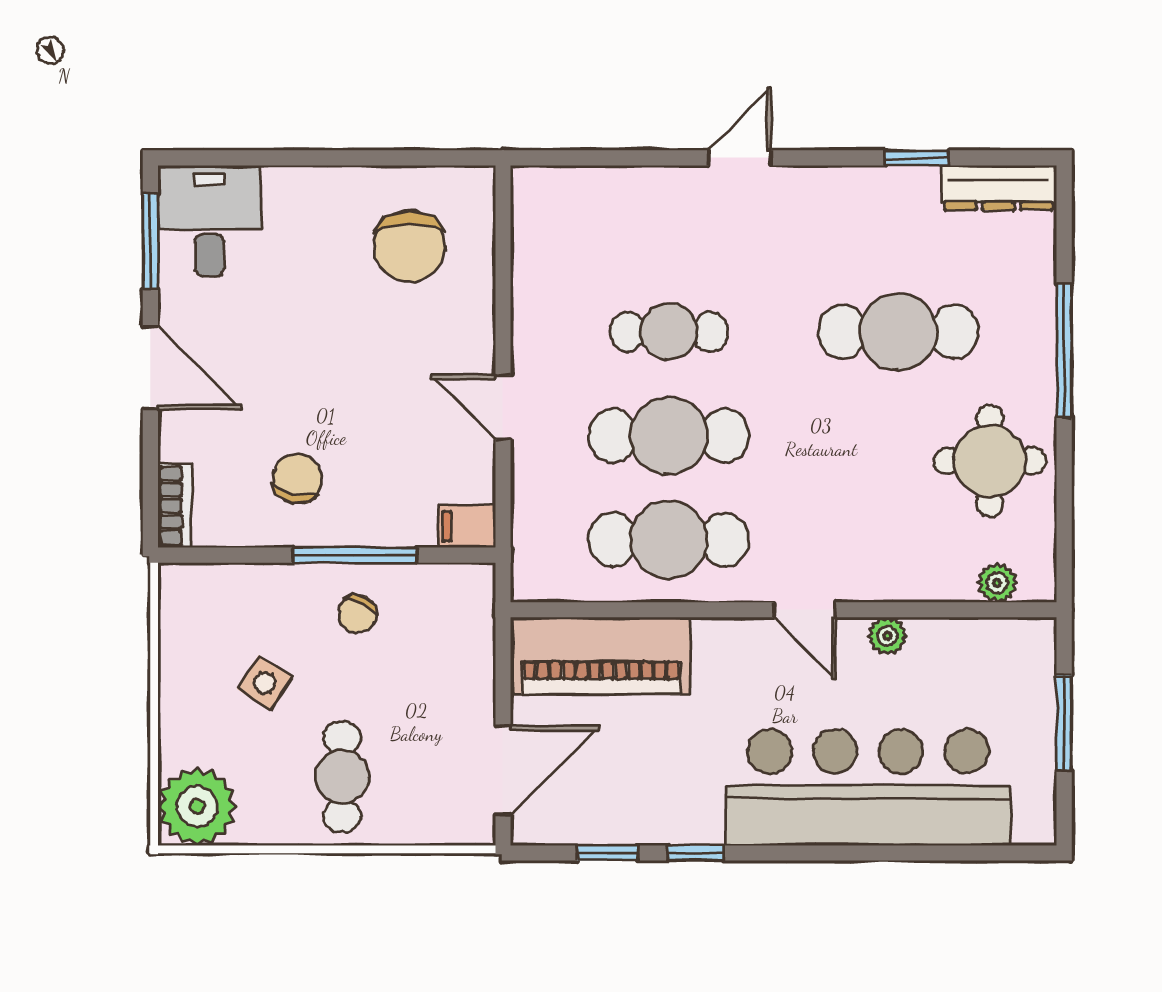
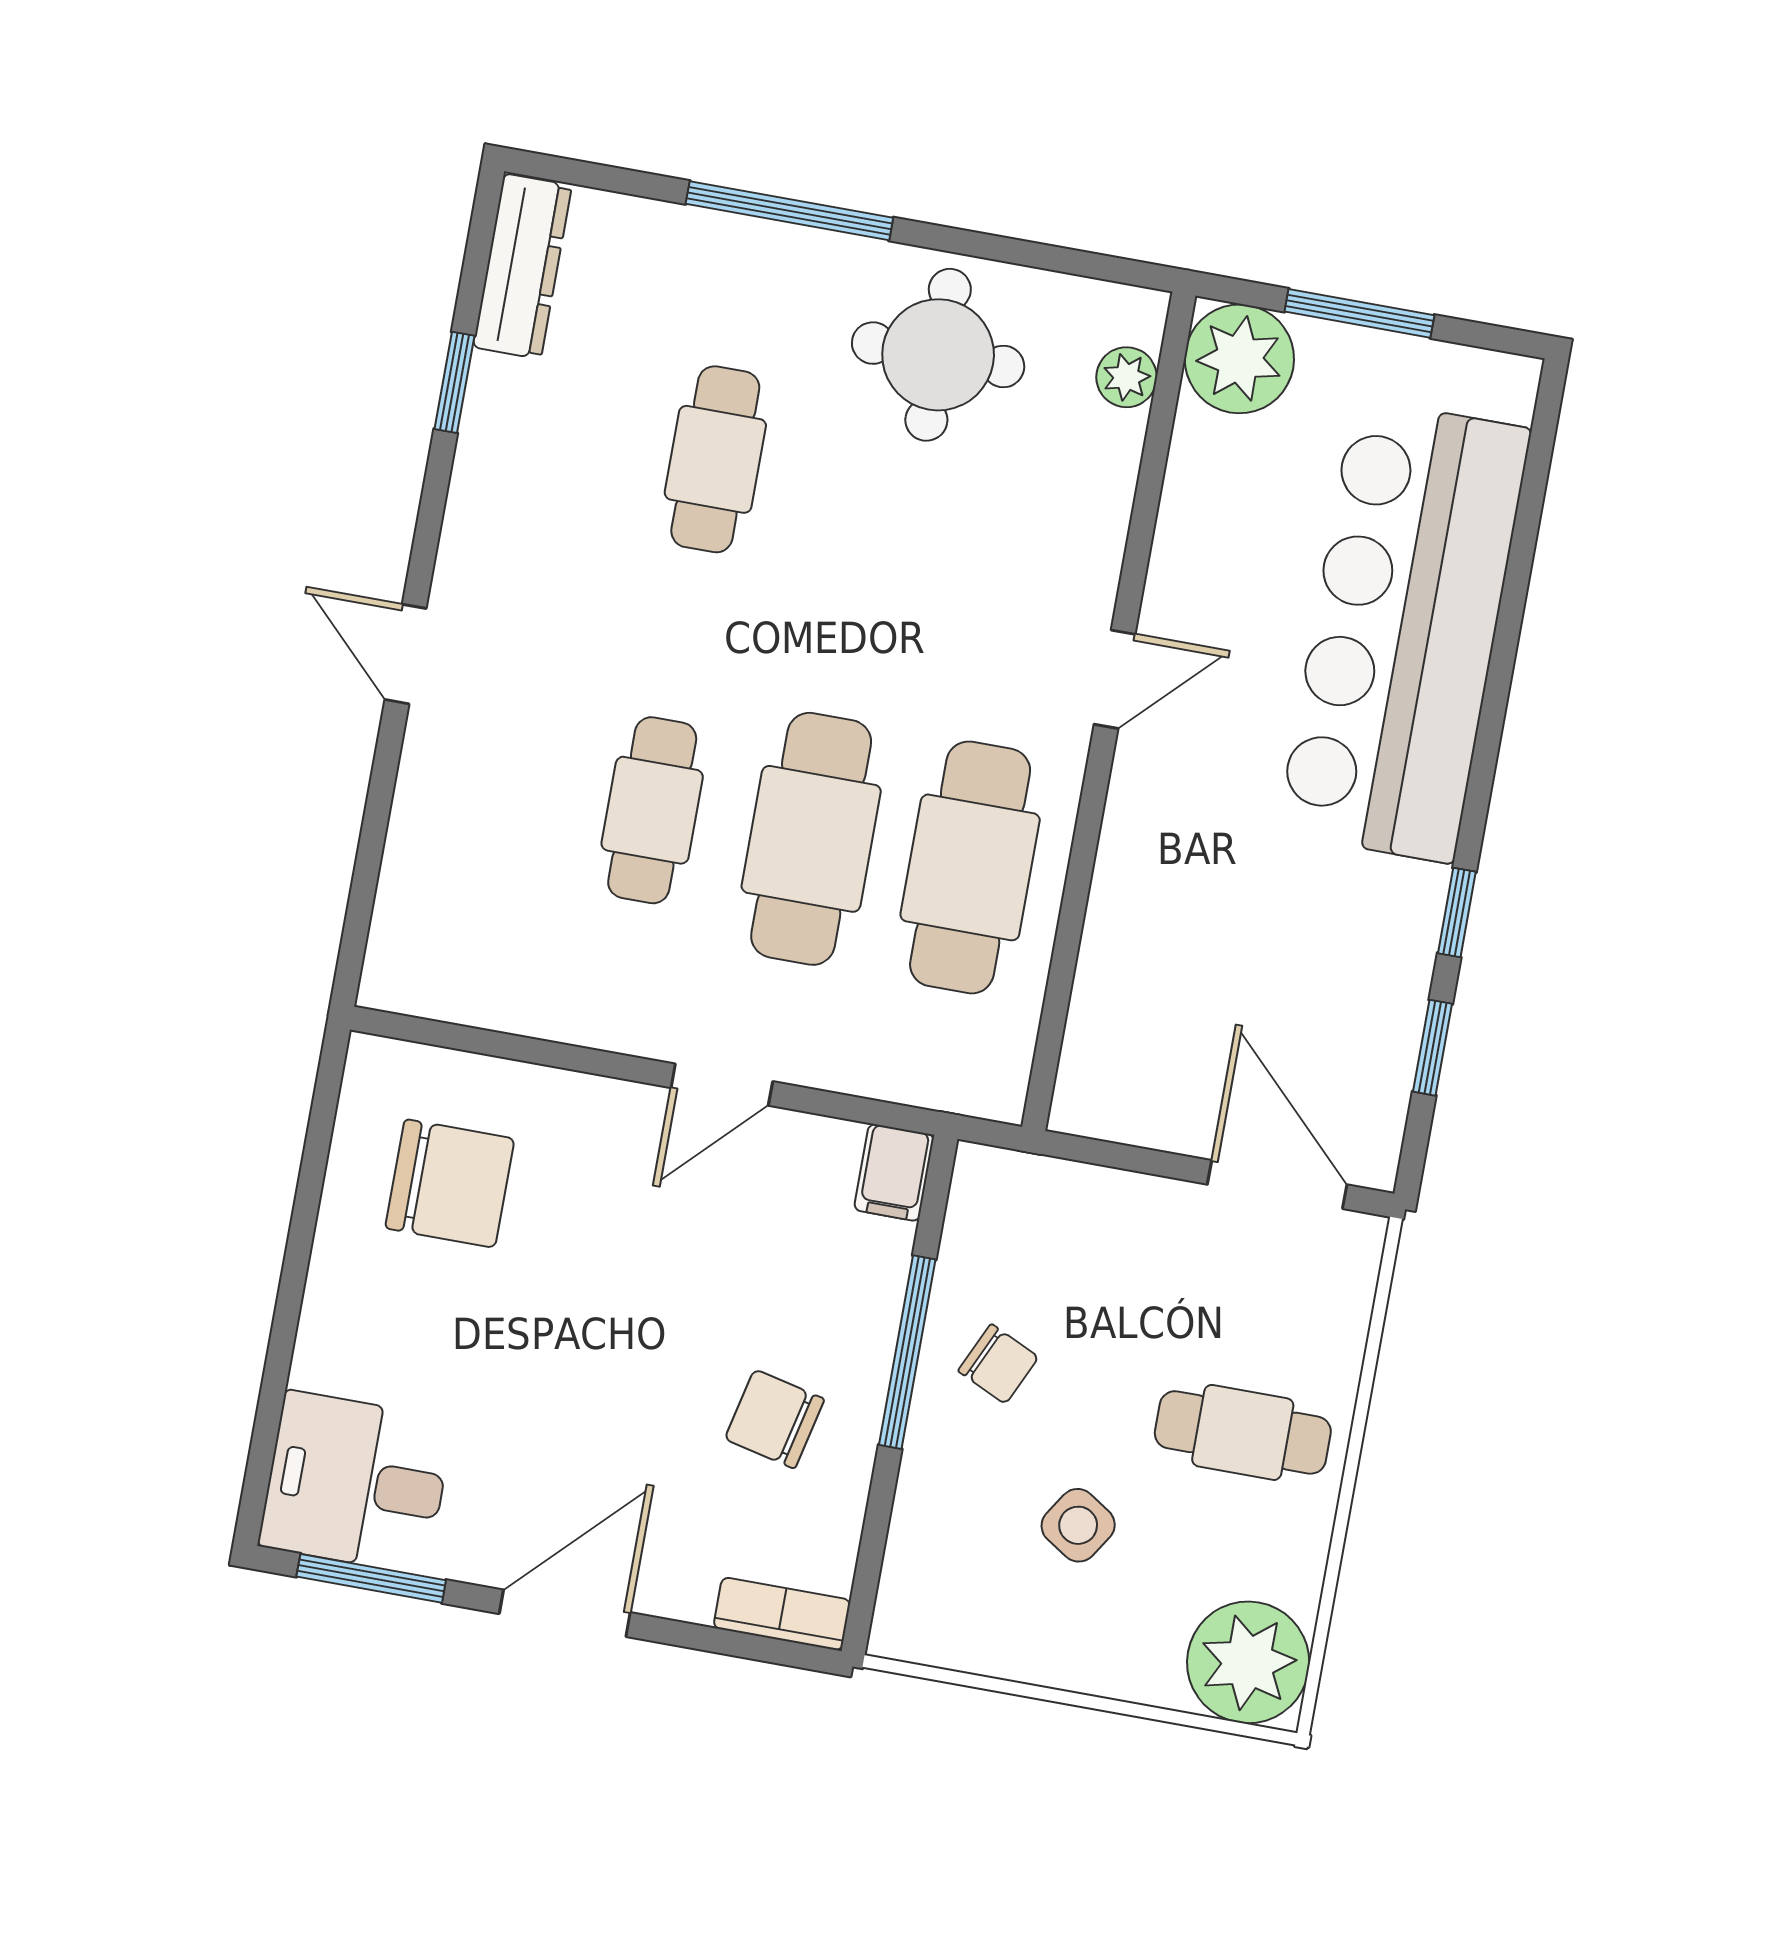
cafe table: (898, 332) -> (715, 459), width x0.73, depth x0.74
plant: (887, 636) -> (1239, 359), moved, width x1.87, depth x1.87
piano: (601, 656) -> (1129, 1003), removed

